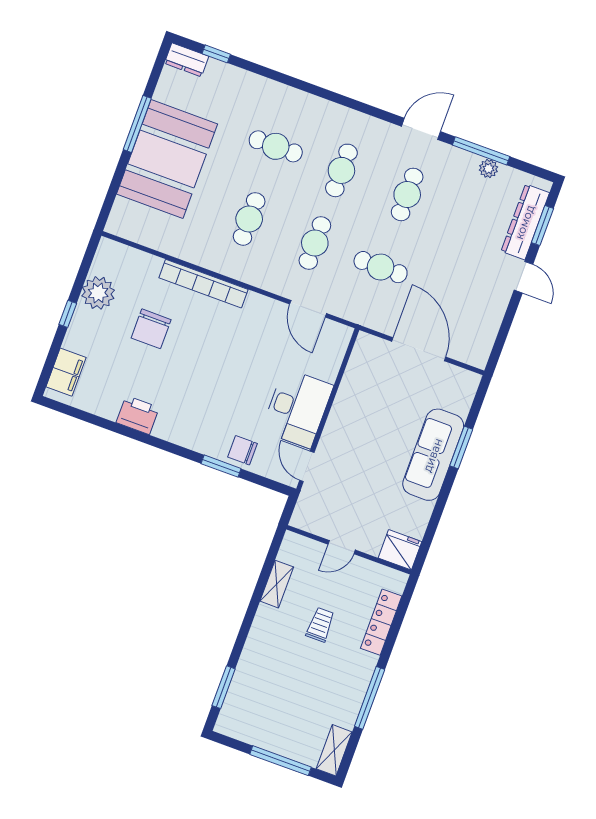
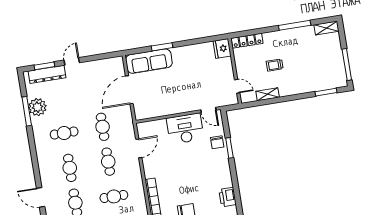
door: (421, 129) -> (41, 197), moved
plant: (488, 169) -> (37, 107), width x1.87, depth x1.87
cafe table: (341, 170) -> (70, 168), turned 90
cafe table: (315, 243) -> (108, 162), turned 90
sofa: (433, 455) -> (149, 61), moved
door: (307, 466) -> (208, 110), hinge flipped
door: (342, 547) -> (237, 86), moved
locker: (381, 622) -> (247, 41), moved
window: (281, 761) -> (347, 64), moved

